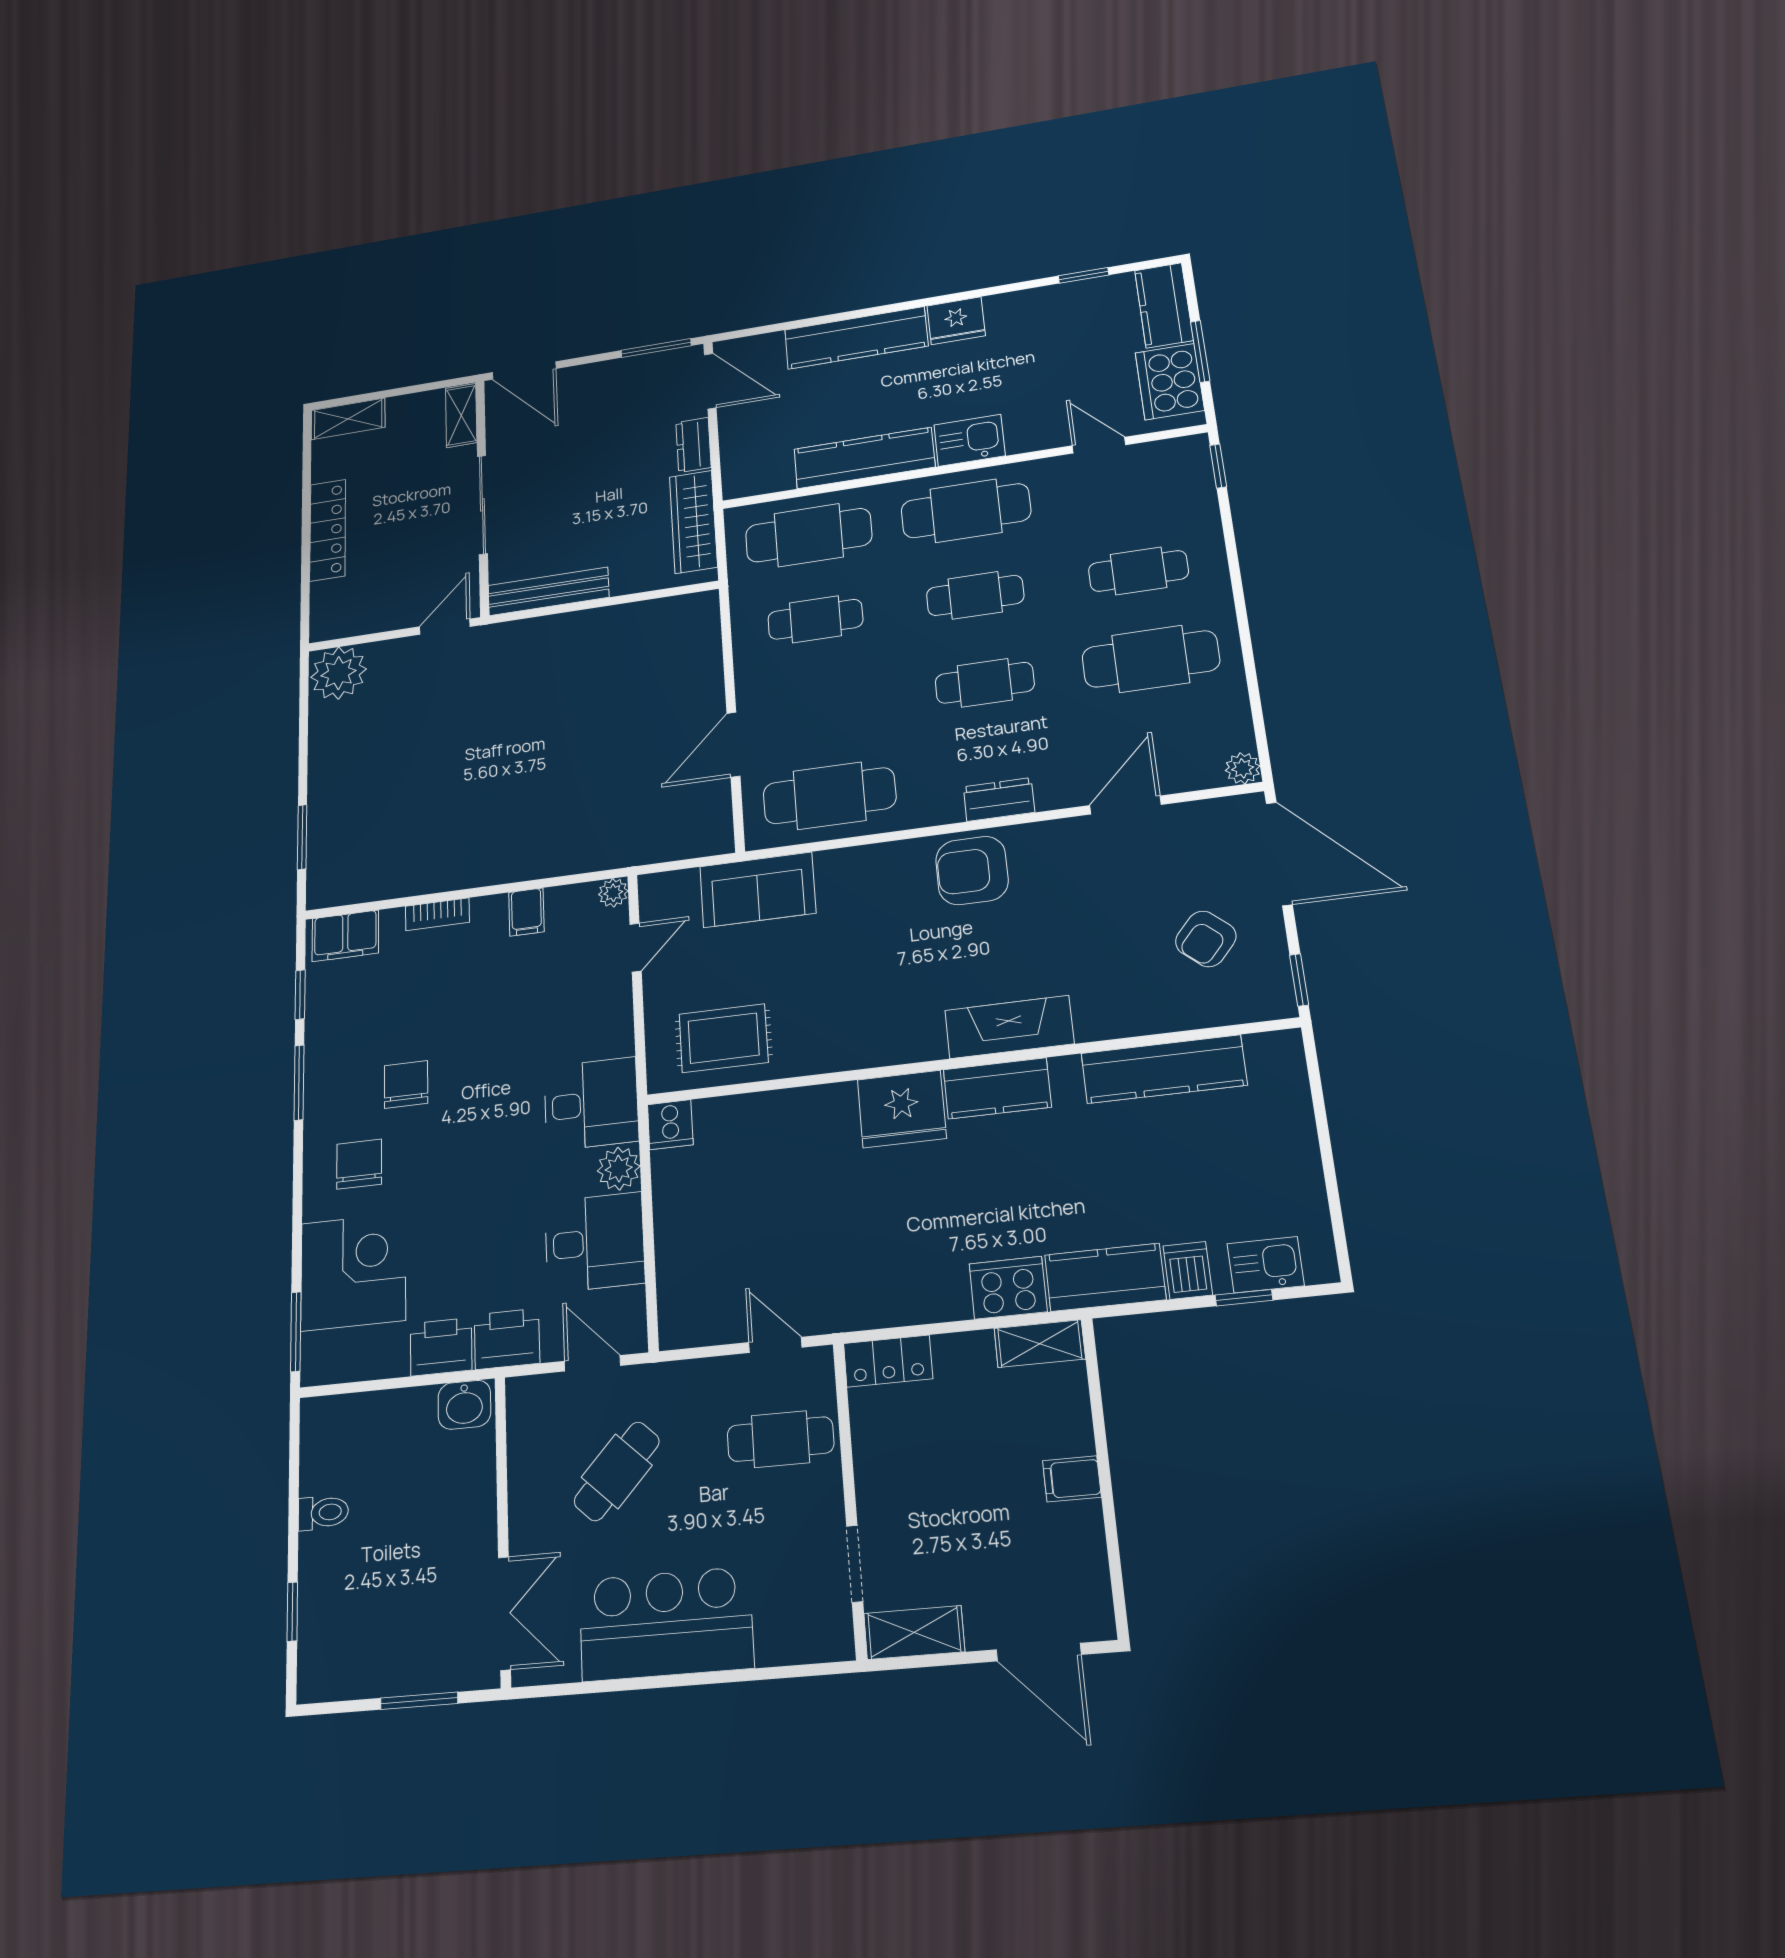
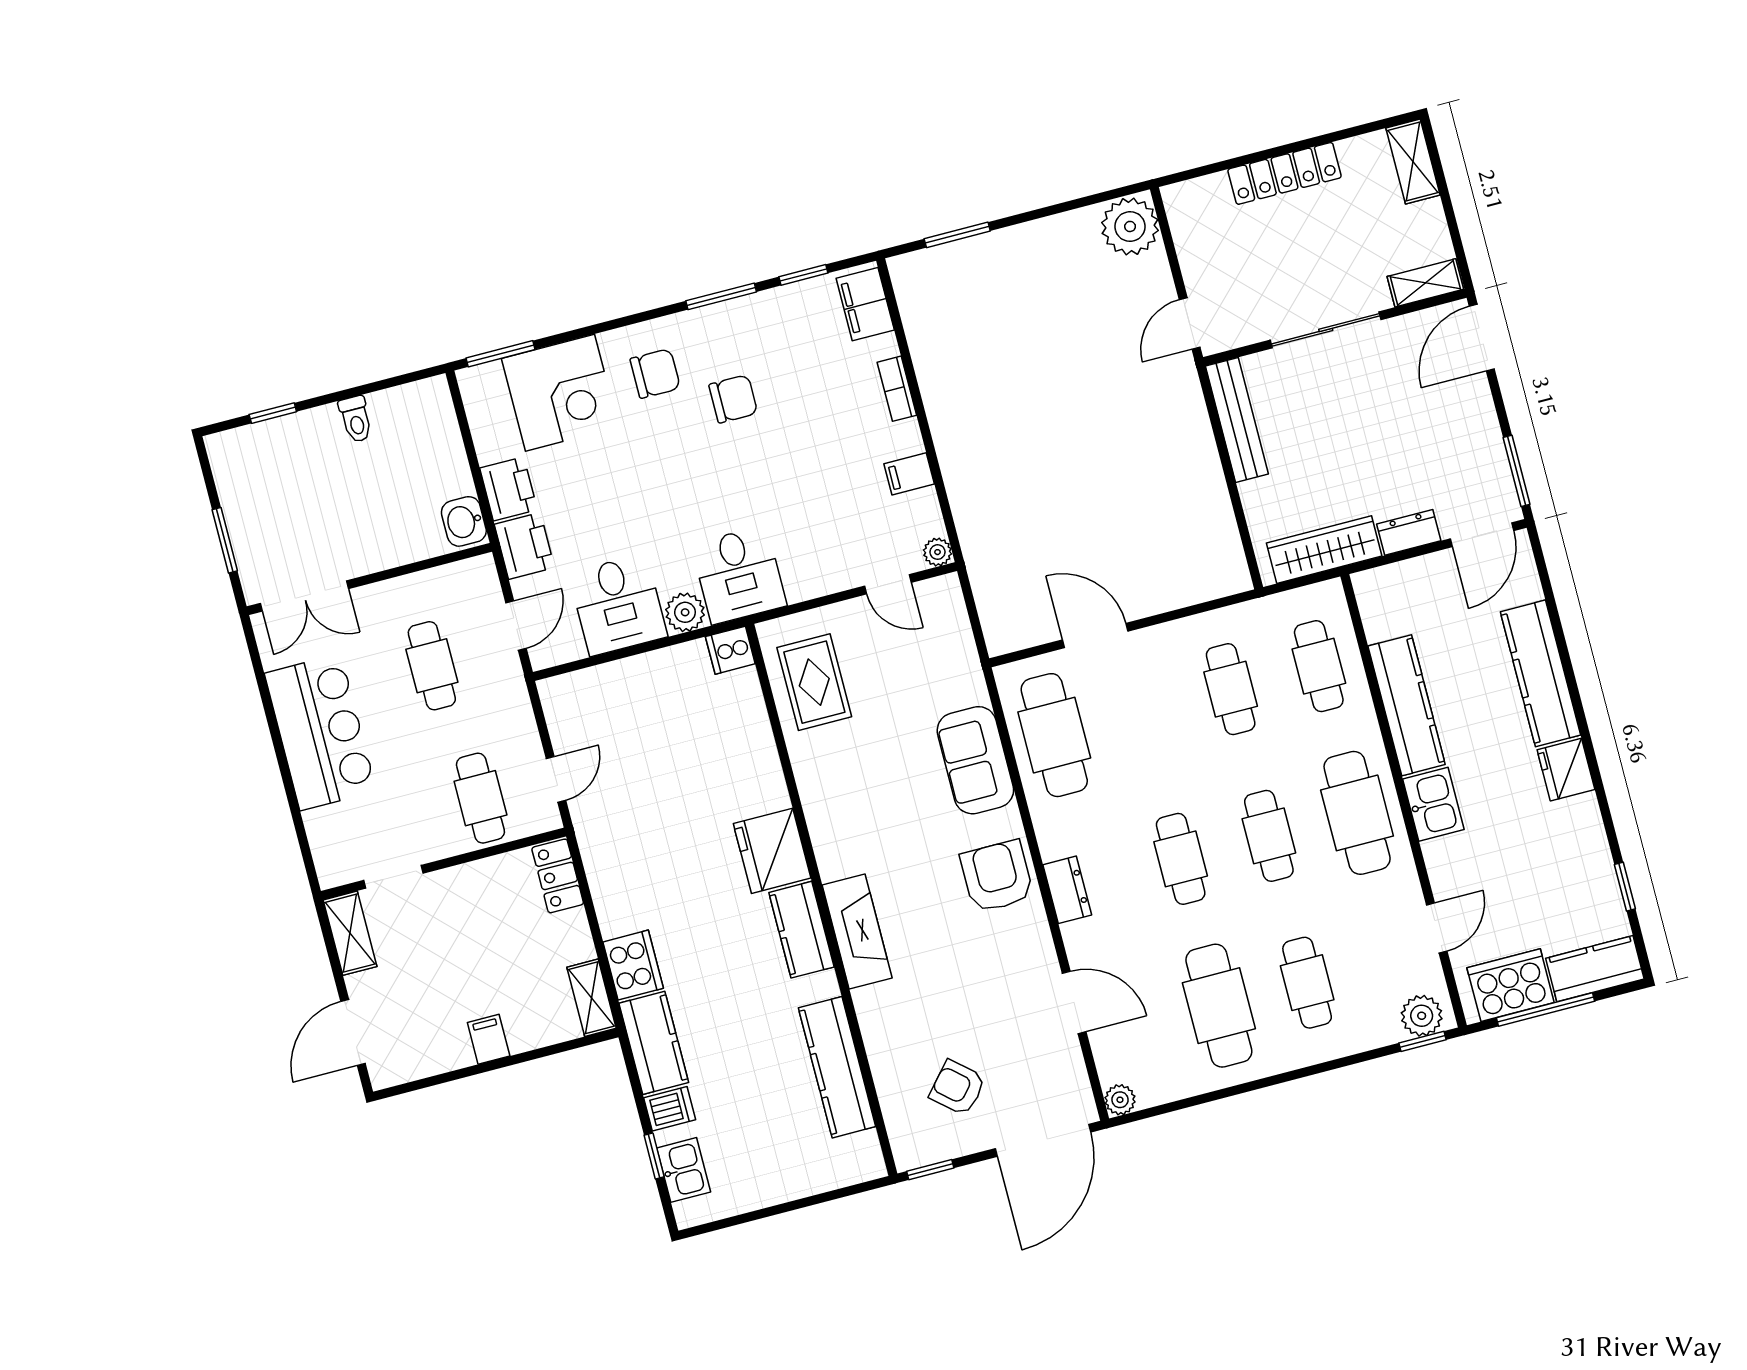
window: (1200, 351) -> (1546, 1009), width x1.44
plant: (1190, 465) -> (1422, 1016), added
cafe table: (809, 535) -> (1319, 666), width x0.73, depth x0.74
door: (445, 627) -> (1190, 323), swing flipped
sofa: (758, 890) -> (975, 760), moved
cafe table: (617, 1471) -> (432, 666), turned 47

